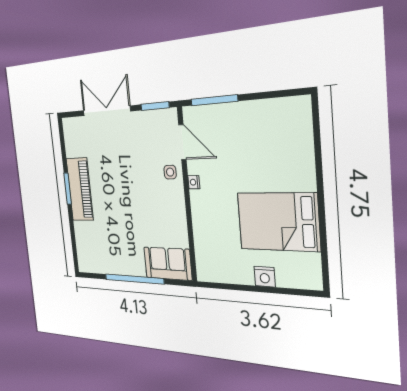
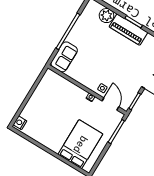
door: (182, 142) -> (110, 104), swing flipped
bed: (278, 222) -> (80, 144), moved
plant: (84, 234) -> (106, 16), added
nightstand: (265, 277) -> (20, 123), moved

